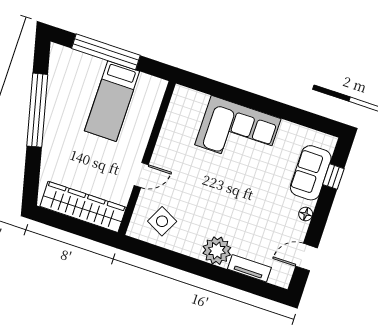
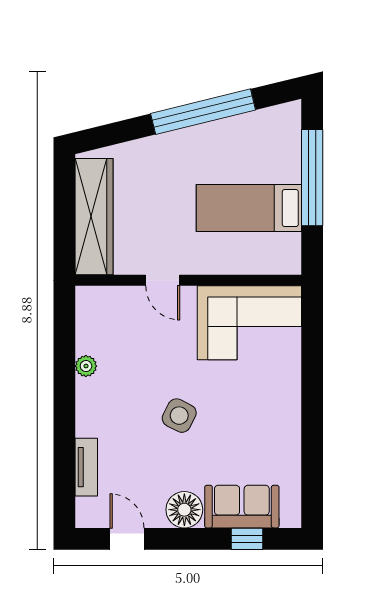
corner sofa: (238, 132) -> (249, 323), moved, turned -90
floor lamp: (306, 214) -> (184, 510), width x1.89, depth x1.89
side table: (162, 221) -> (179, 416), moved
plant: (217, 251) -> (86, 366), moved, width x0.53, depth x0.53

